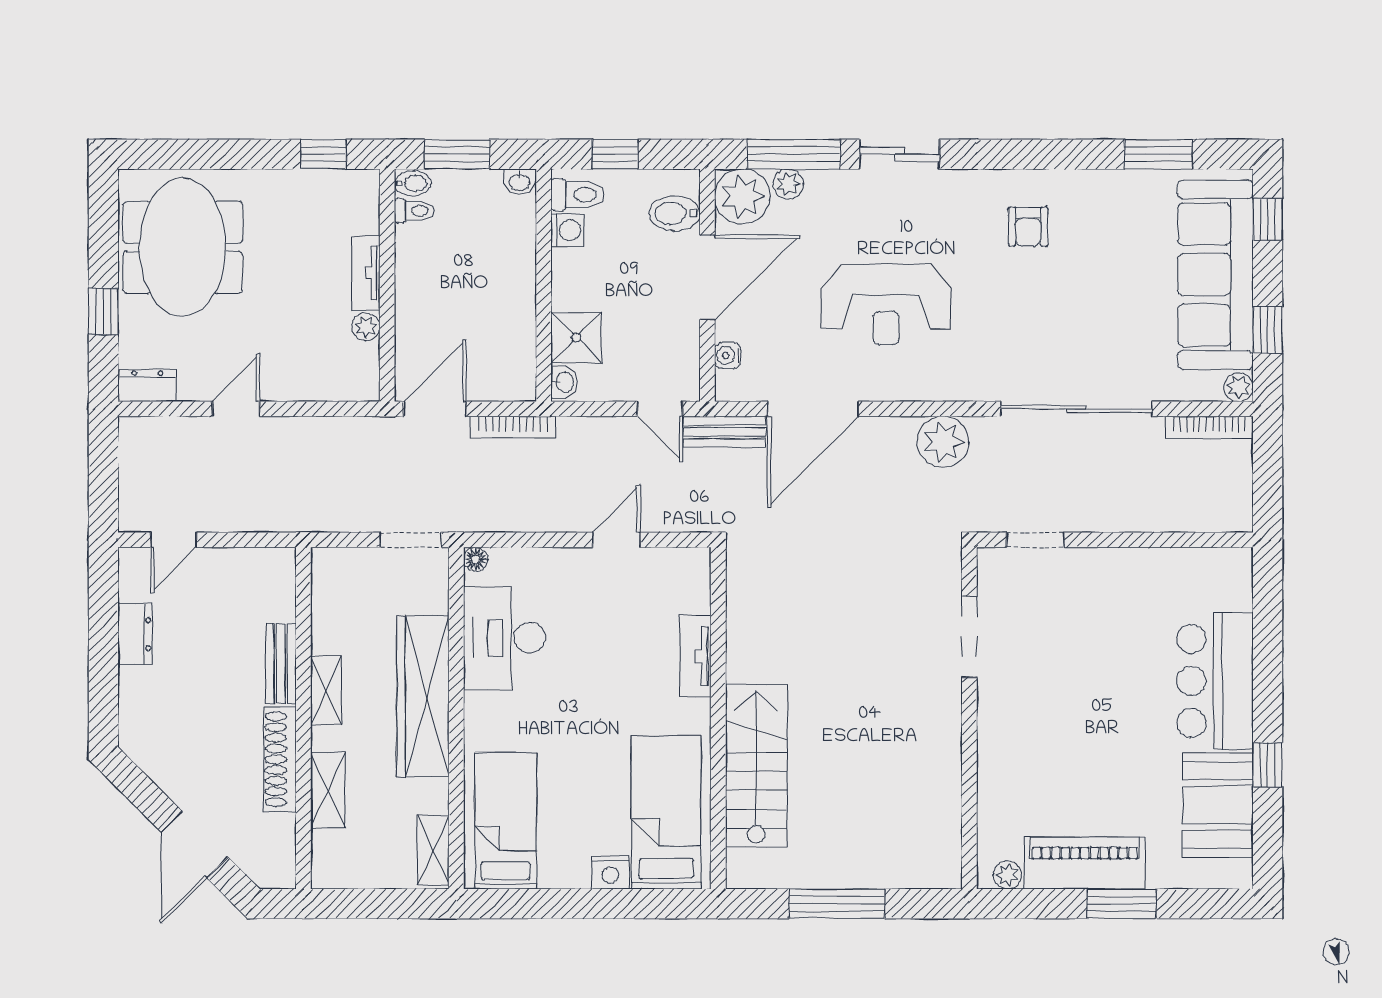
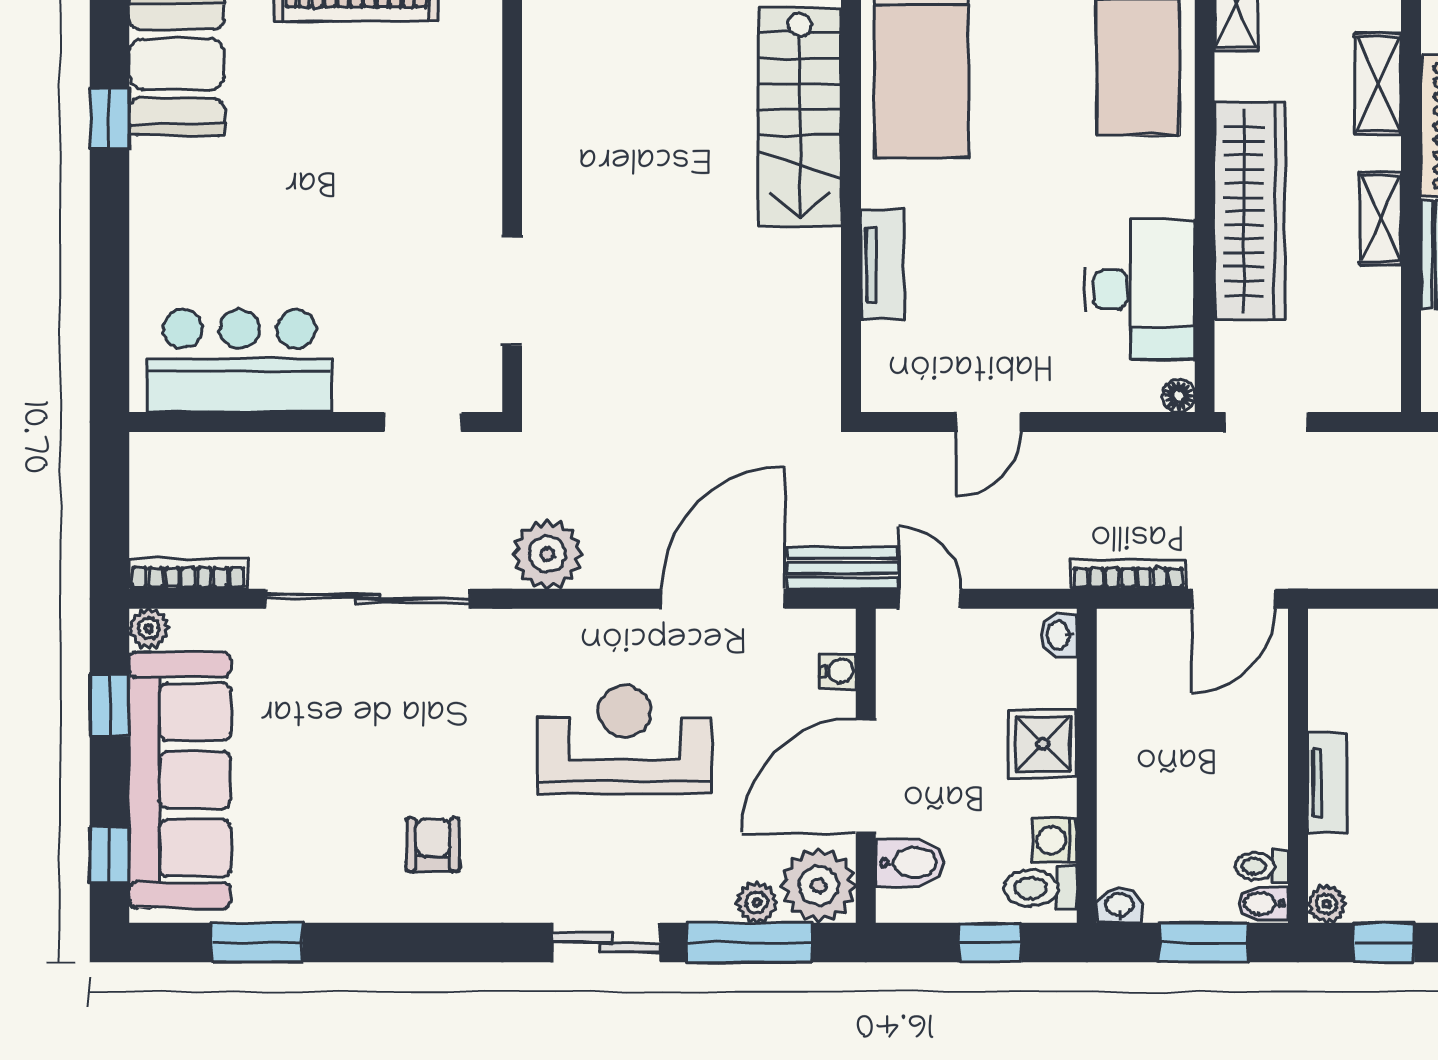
plant: (366, 327) -> (1327, 904), moved
shower: (576, 338) -> (1043, 744), moved
bar counter: (1215, 681) -> (239, 361), moved, turned -90

